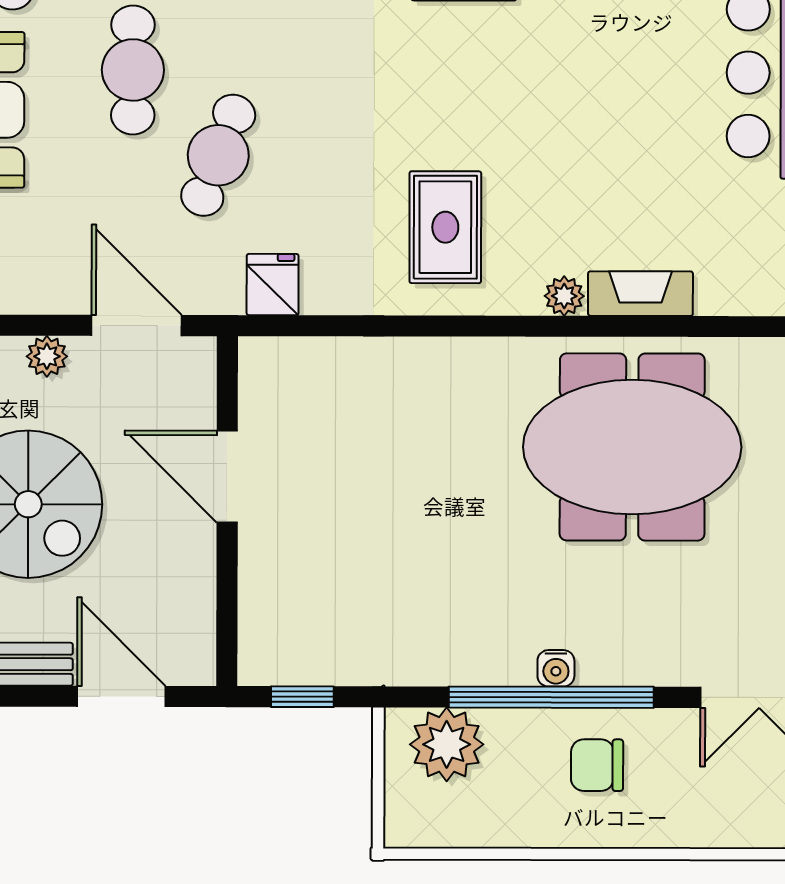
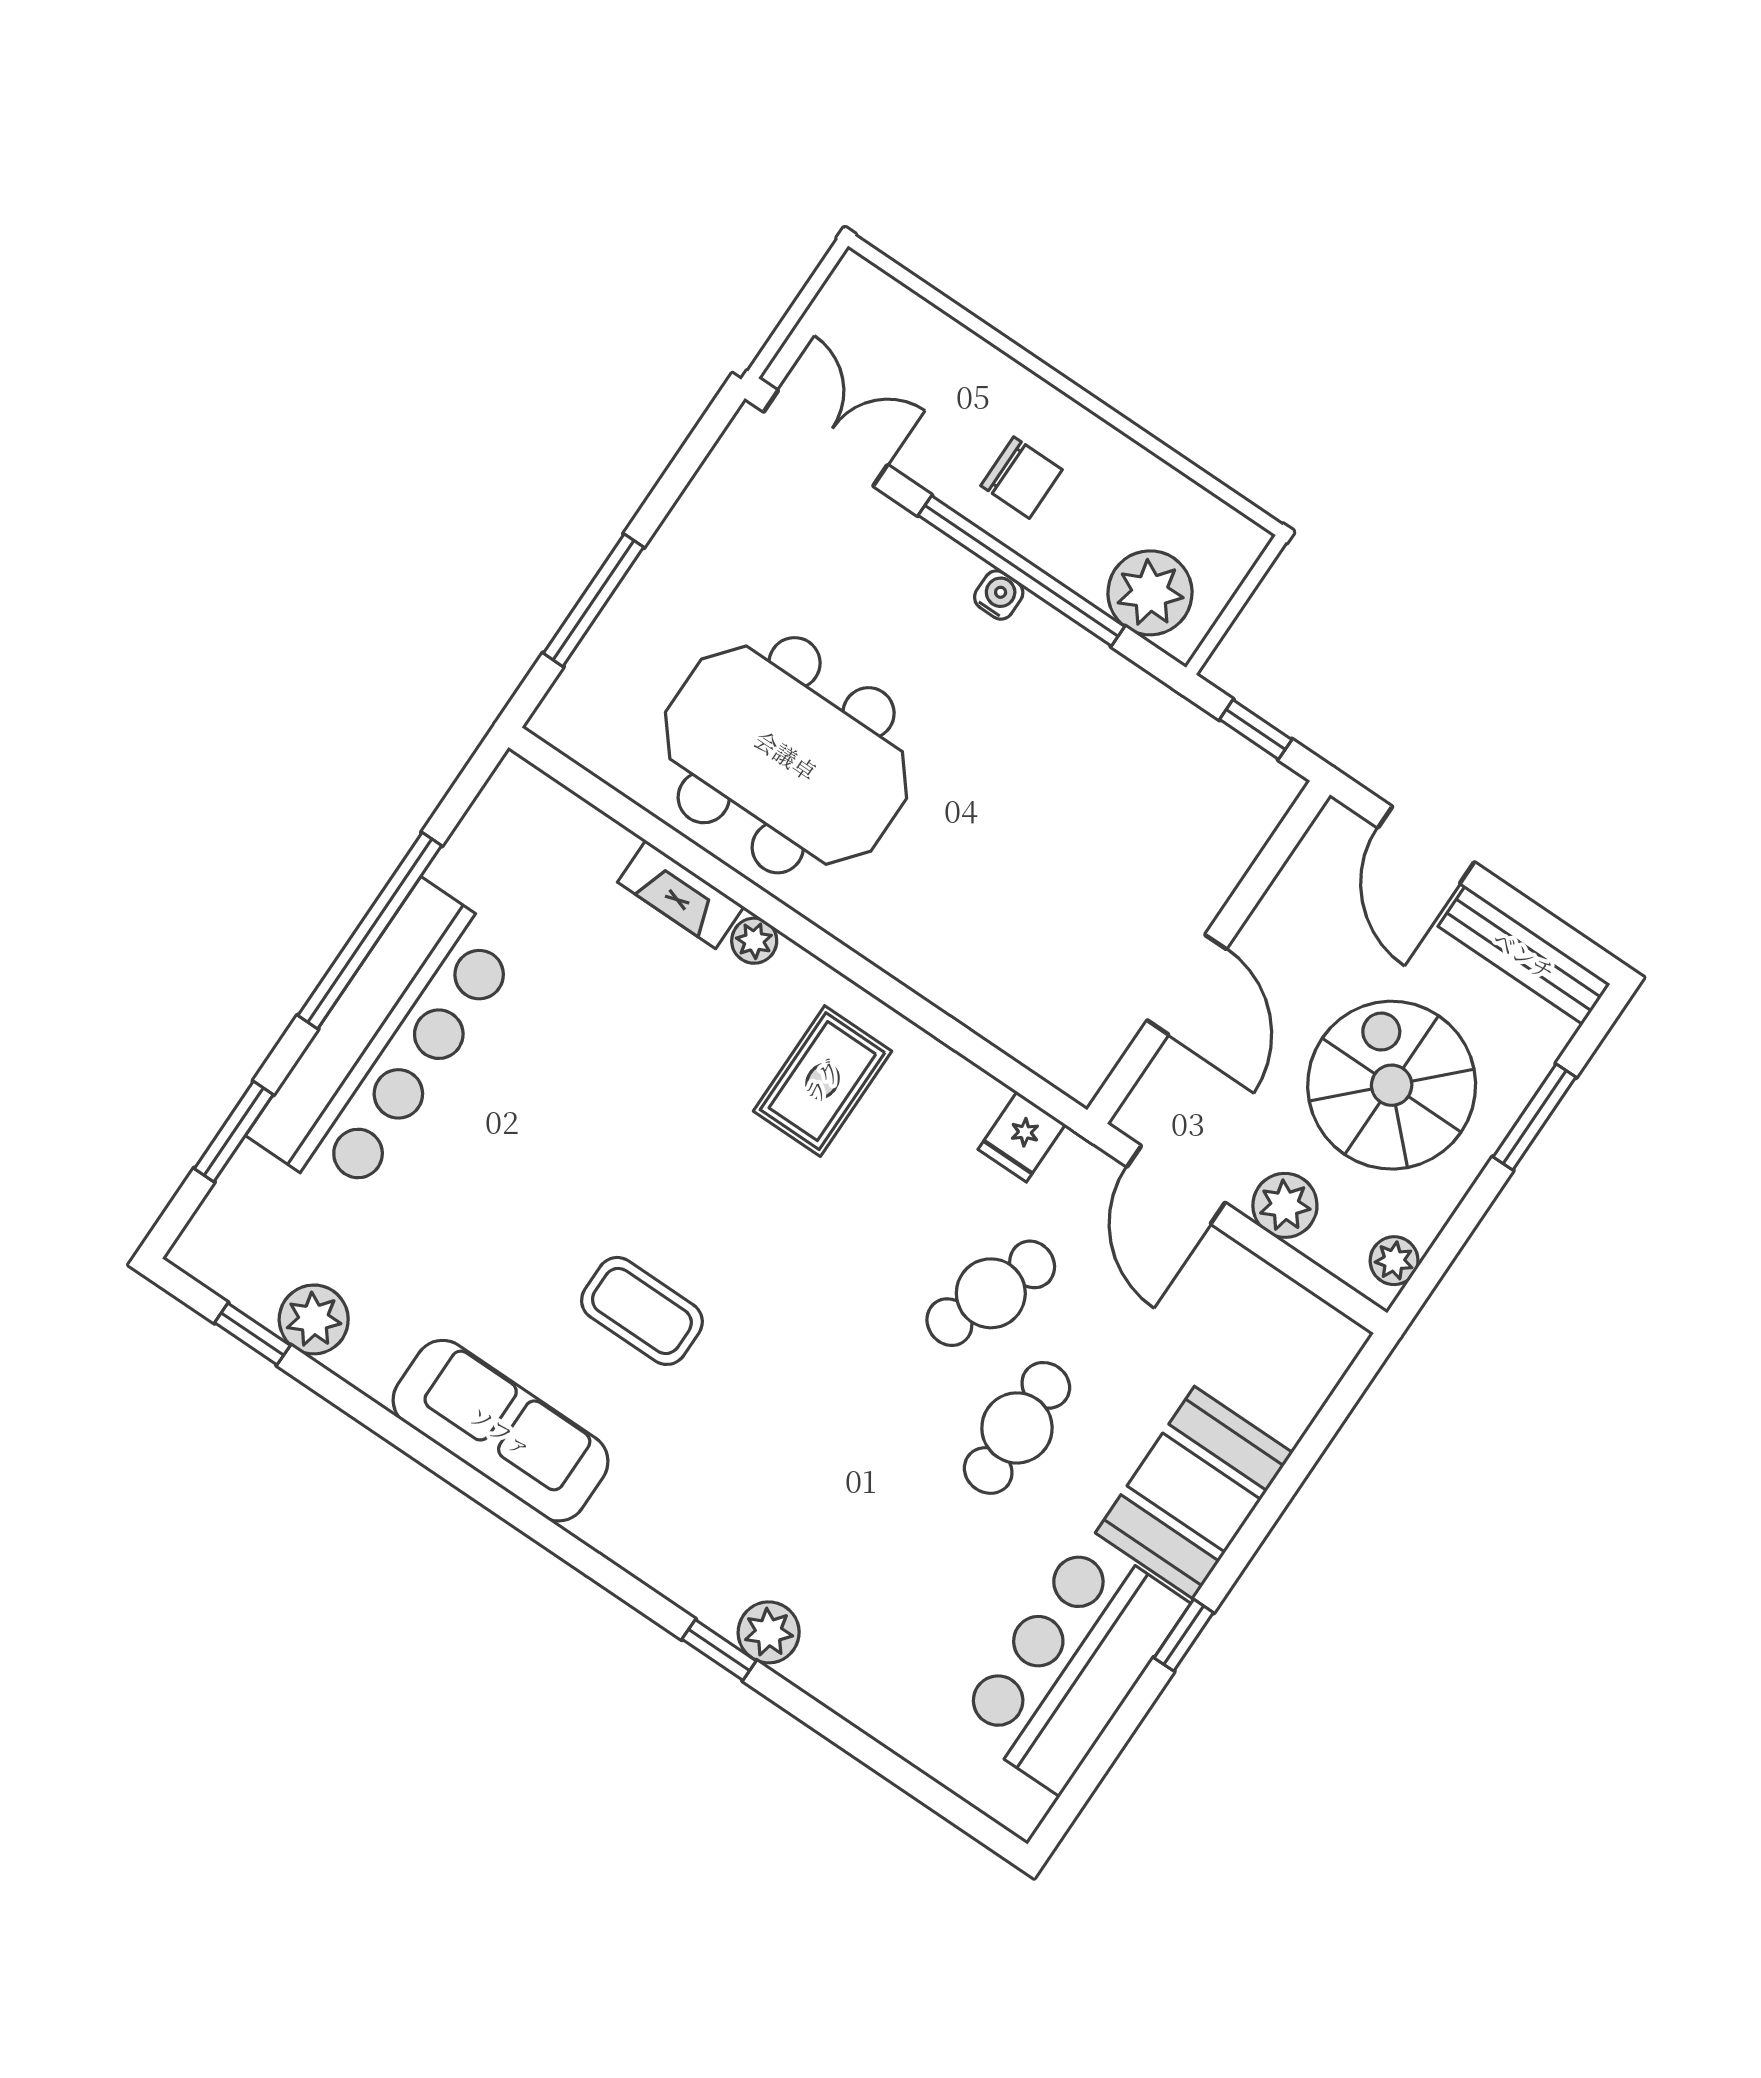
plant: (47, 356) -> (1285, 1205), width x1.38, depth x1.38

